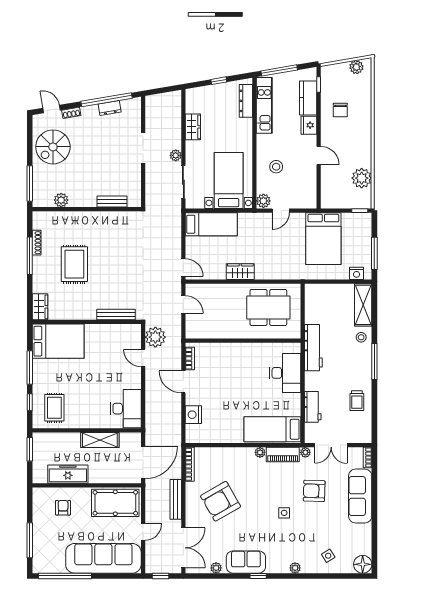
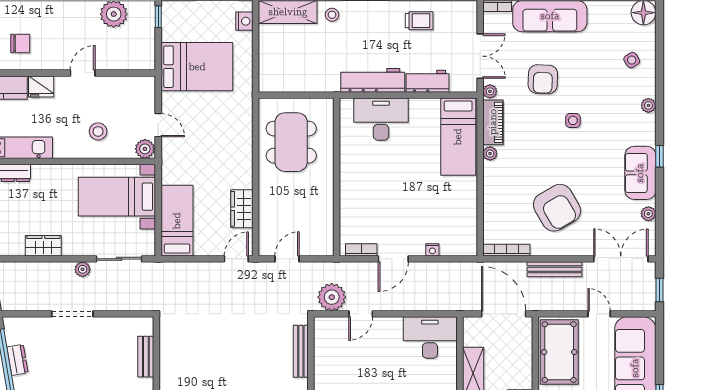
wardrobe: (240, 272) -> (242, 209), moved
workbench: (313, 348) -> (373, 80), moved
nightstand: (193, 415) -> (432, 250), width x0.53, depth x0.56

